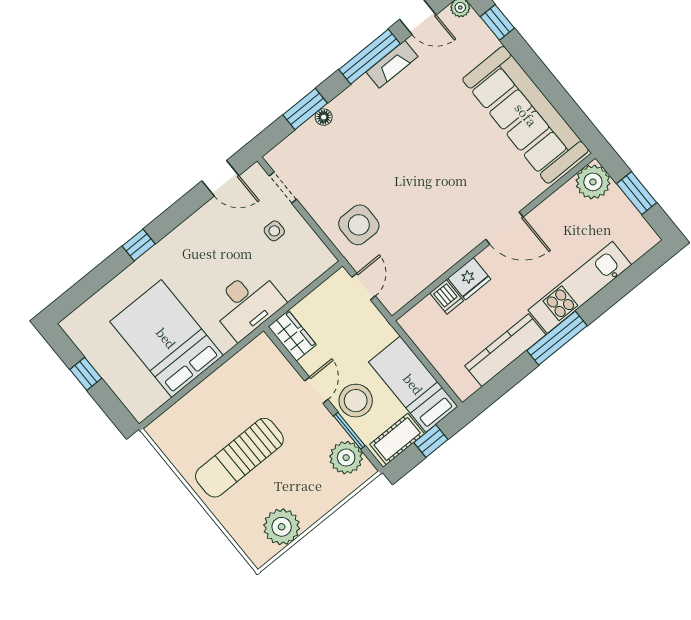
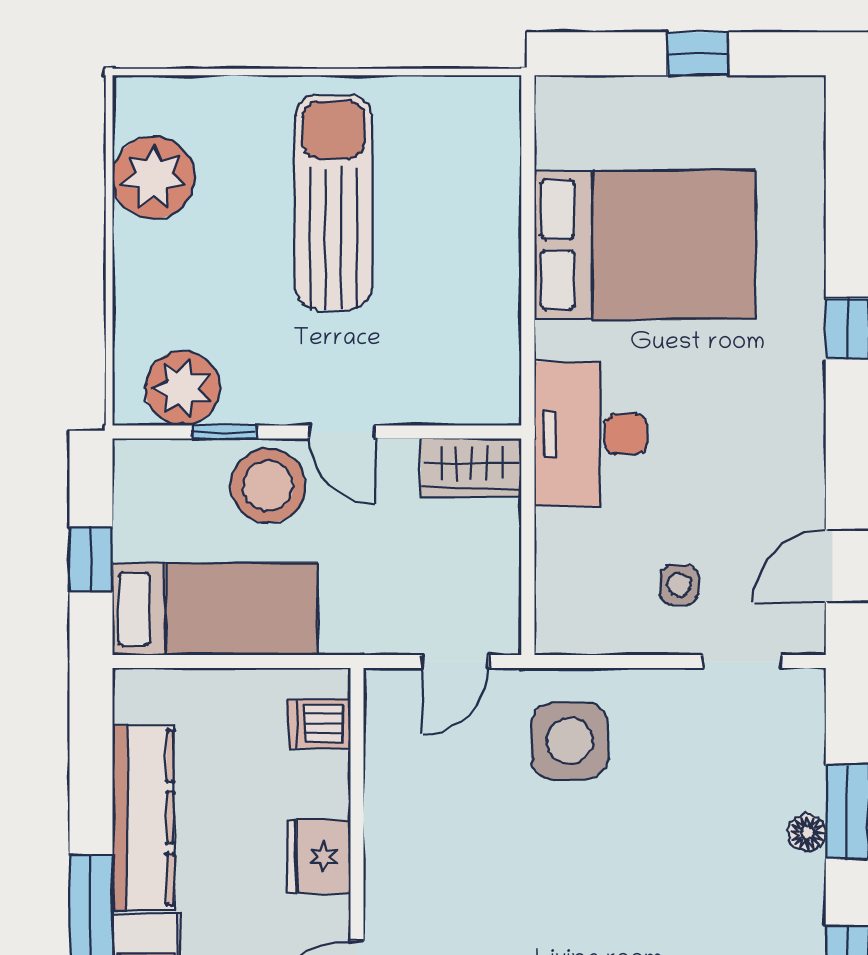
door: (364, 287) -> (455, 662), hinge flipped
dishwasher: (447, 297) -> (319, 724), moved
window: (349, 431) -> (224, 432), width x0.67
cot: (397, 439) -> (142, 503), removed

